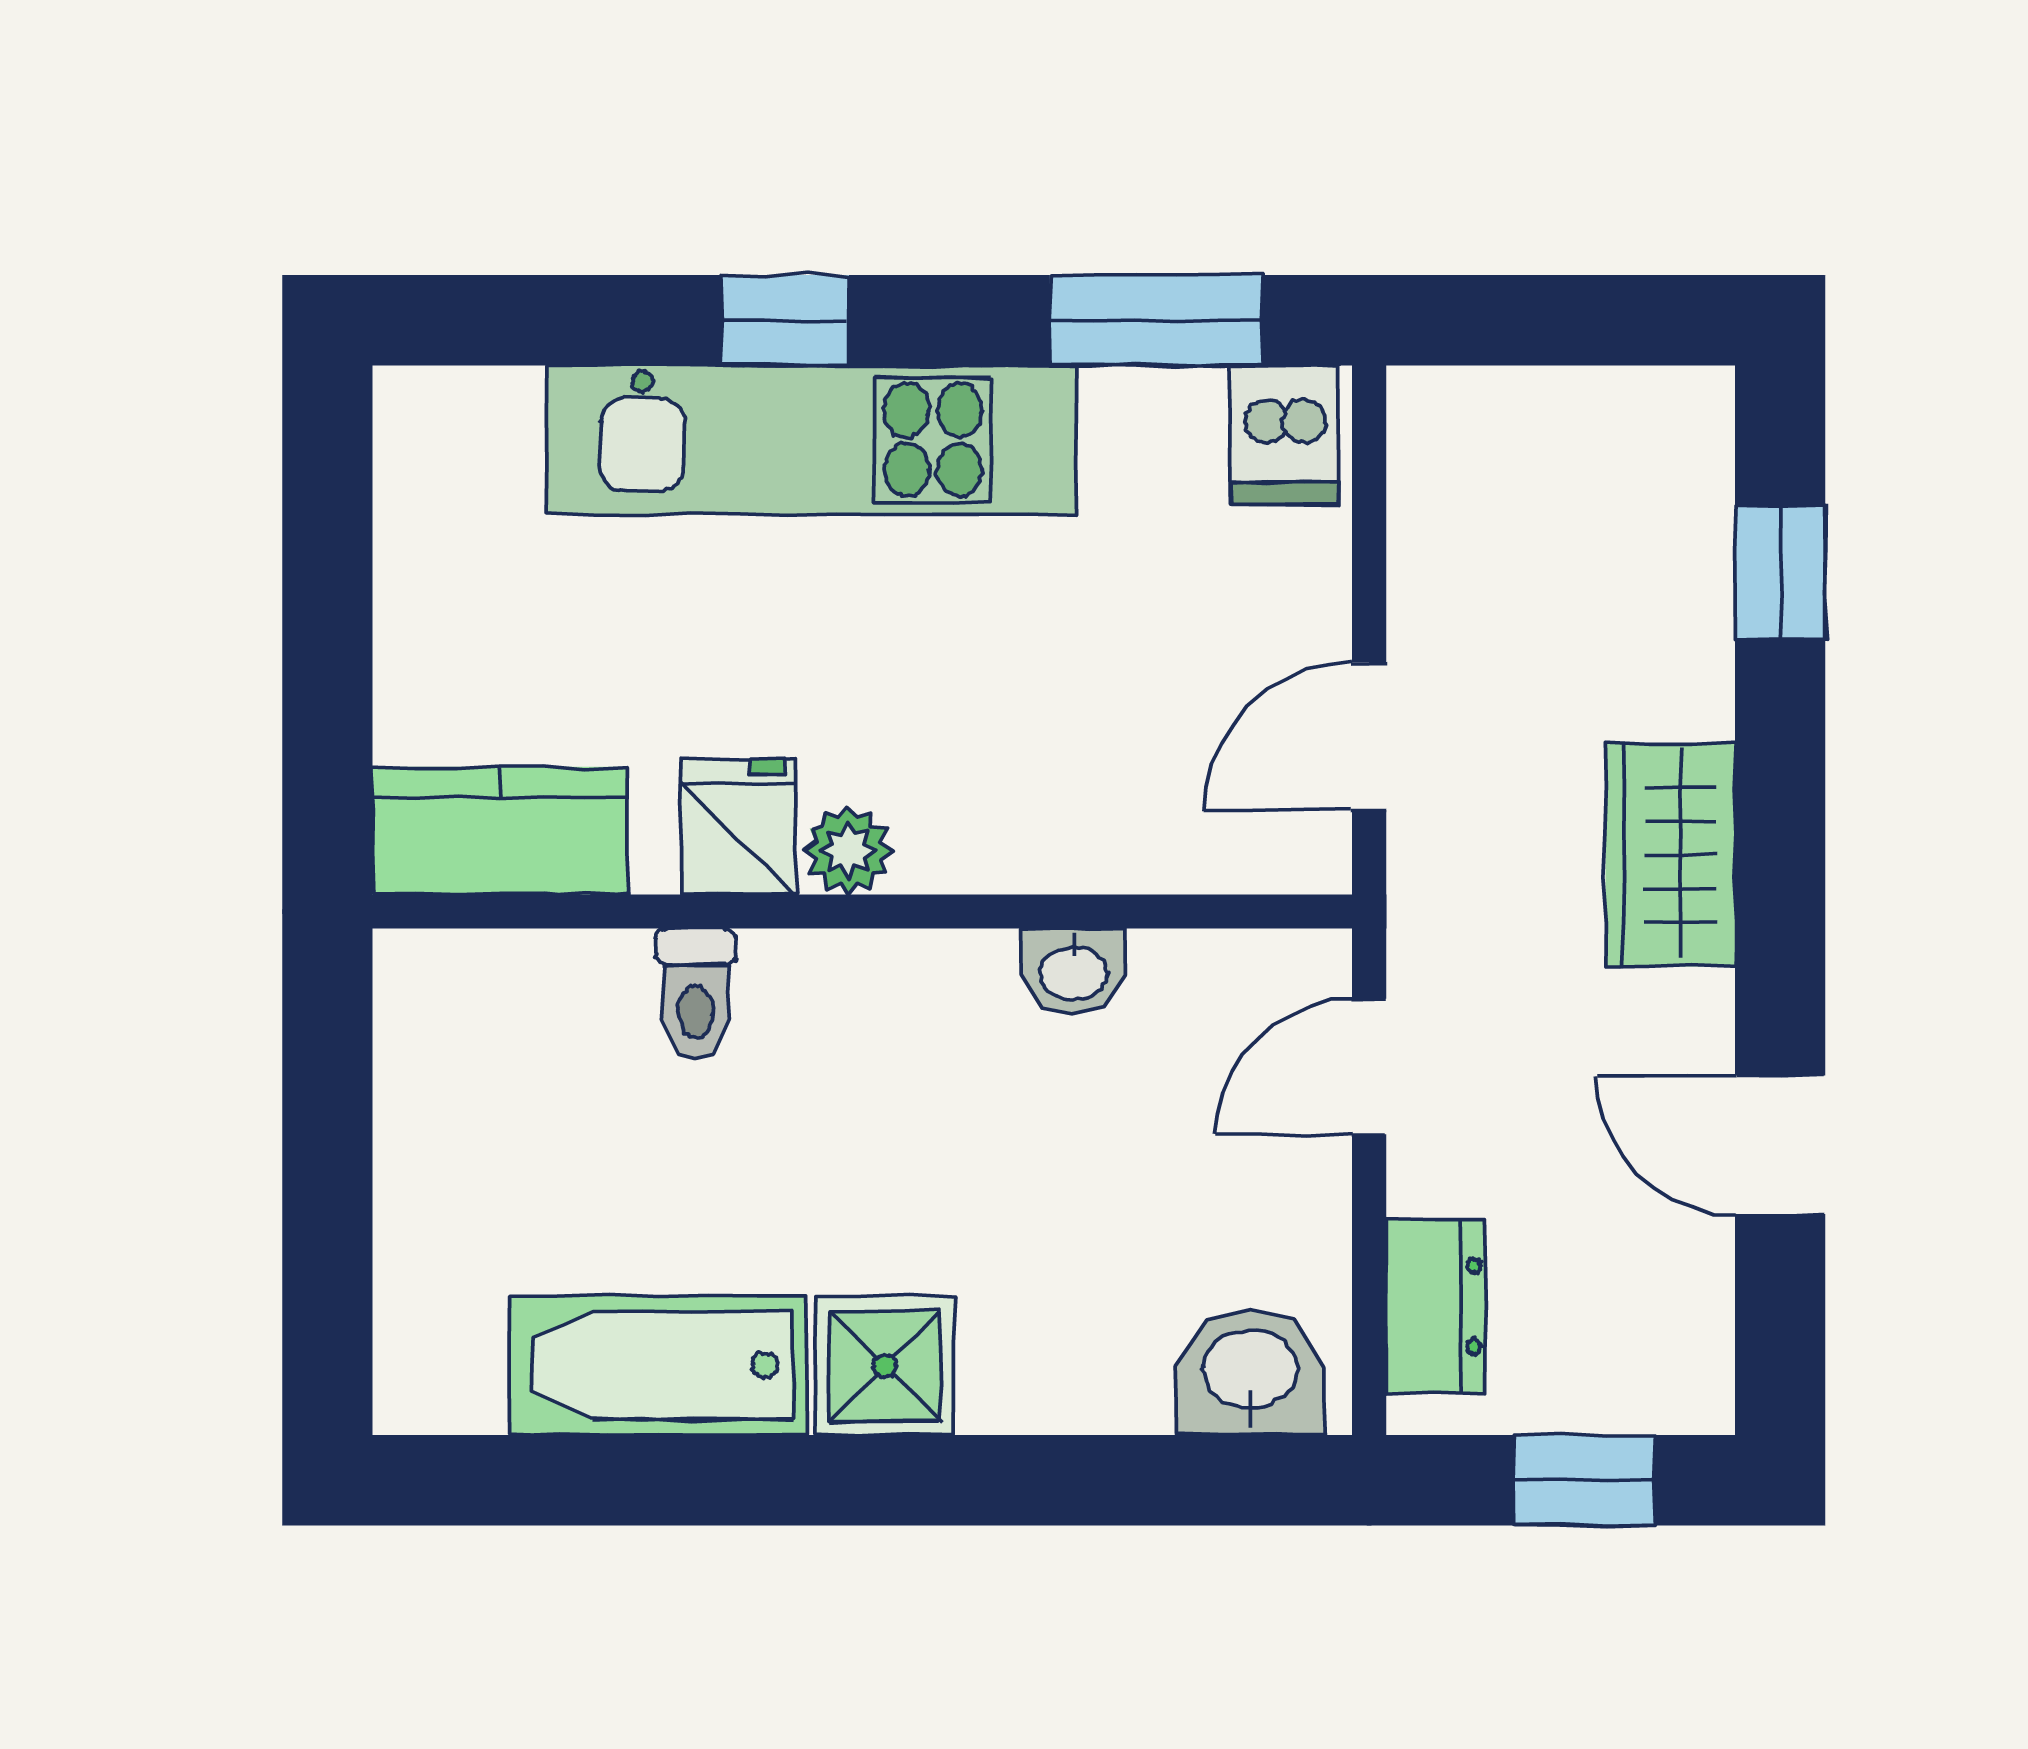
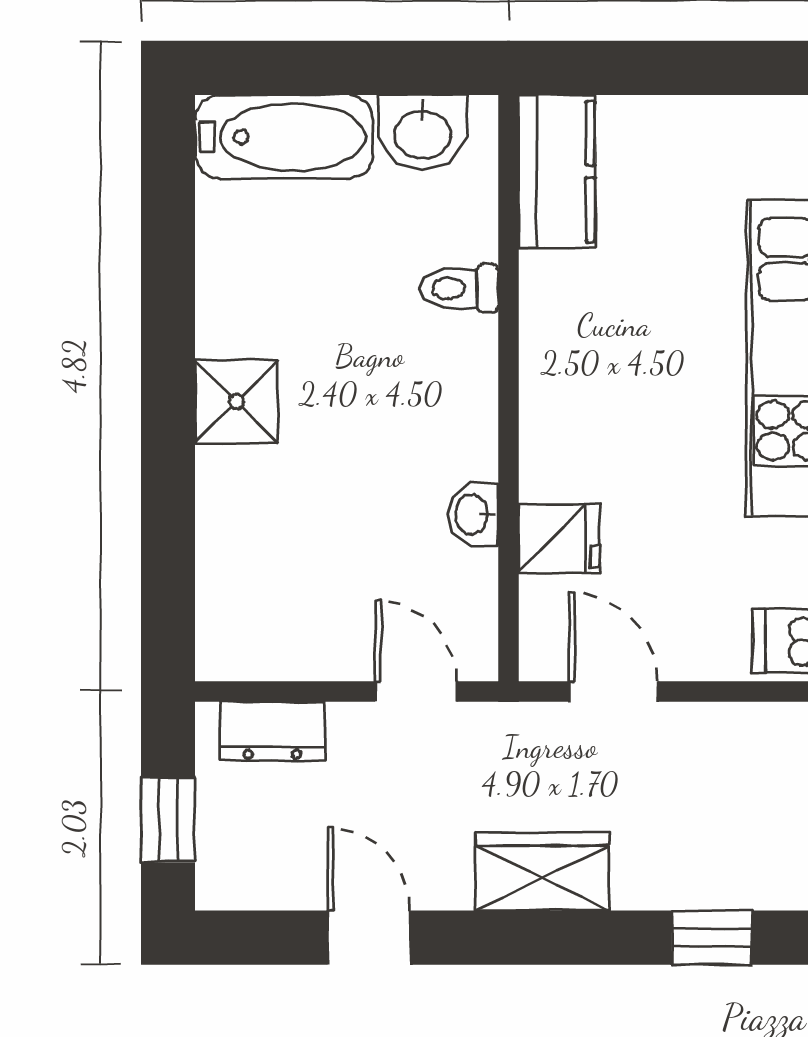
fridge: (738, 827) -> (559, 539), moved
plant: (848, 851) -> (545, 380), removed
door: (1780, 1145) -> (369, 938), hinge flipped
bathtub: (658, 1365) -> (284, 137), moved, turned 90
washbasin: (1250, 1373) -> (423, 132), moved, turned 90

